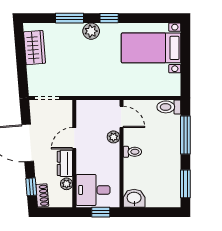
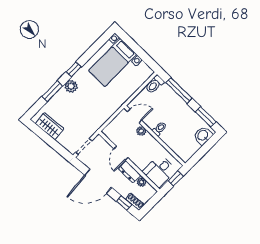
washbasin: (134, 198) -> (203, 136), moved

